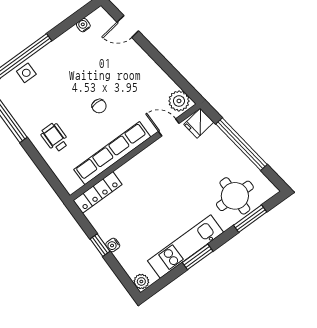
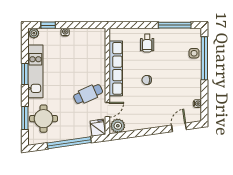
wheelchair: (55, 138) -> (147, 43), turned 90
cafe table: (167, 164) -> (88, 94), added
locker: (98, 192) -> (100, 45), removed
window: (100, 245) -> (48, 25), moved

